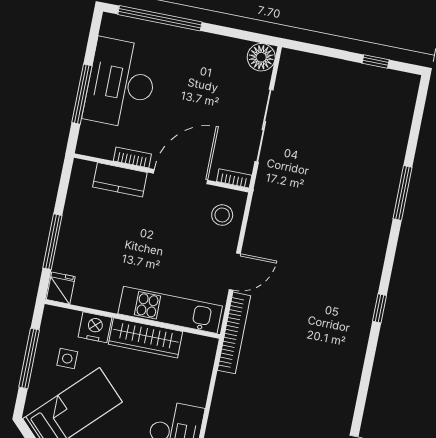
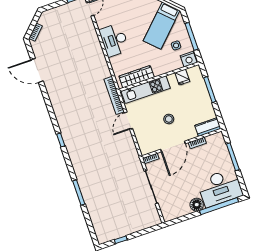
floor lamp: (261, 57) -> (197, 205), moved
desk: (121, 83) -> (220, 188), moved, turned 90
kitchen counter: (120, 180) -> (208, 127), moved
stool: (222, 215) -> (169, 119), moved
fridge: (61, 288) -> (182, 77), moved
nightstand: (95, 327) -> (189, 59), moved
wardrobe: (145, 338) -> (137, 77), moved

